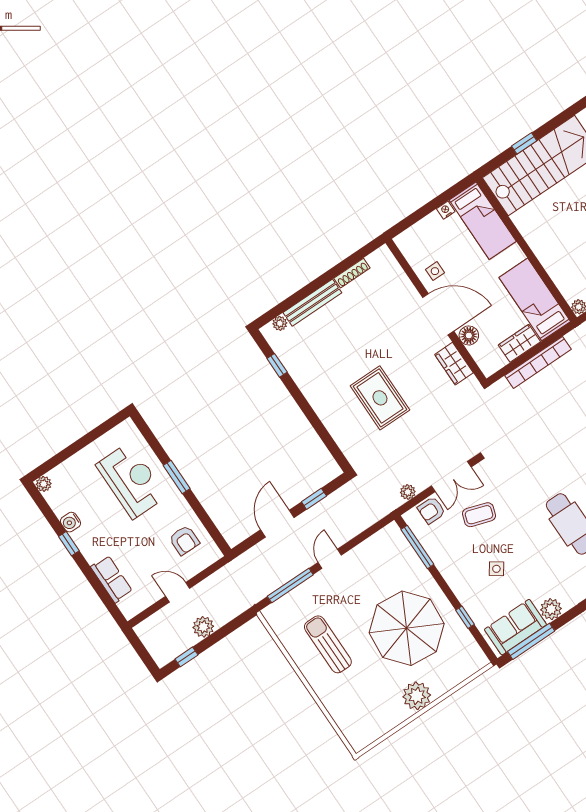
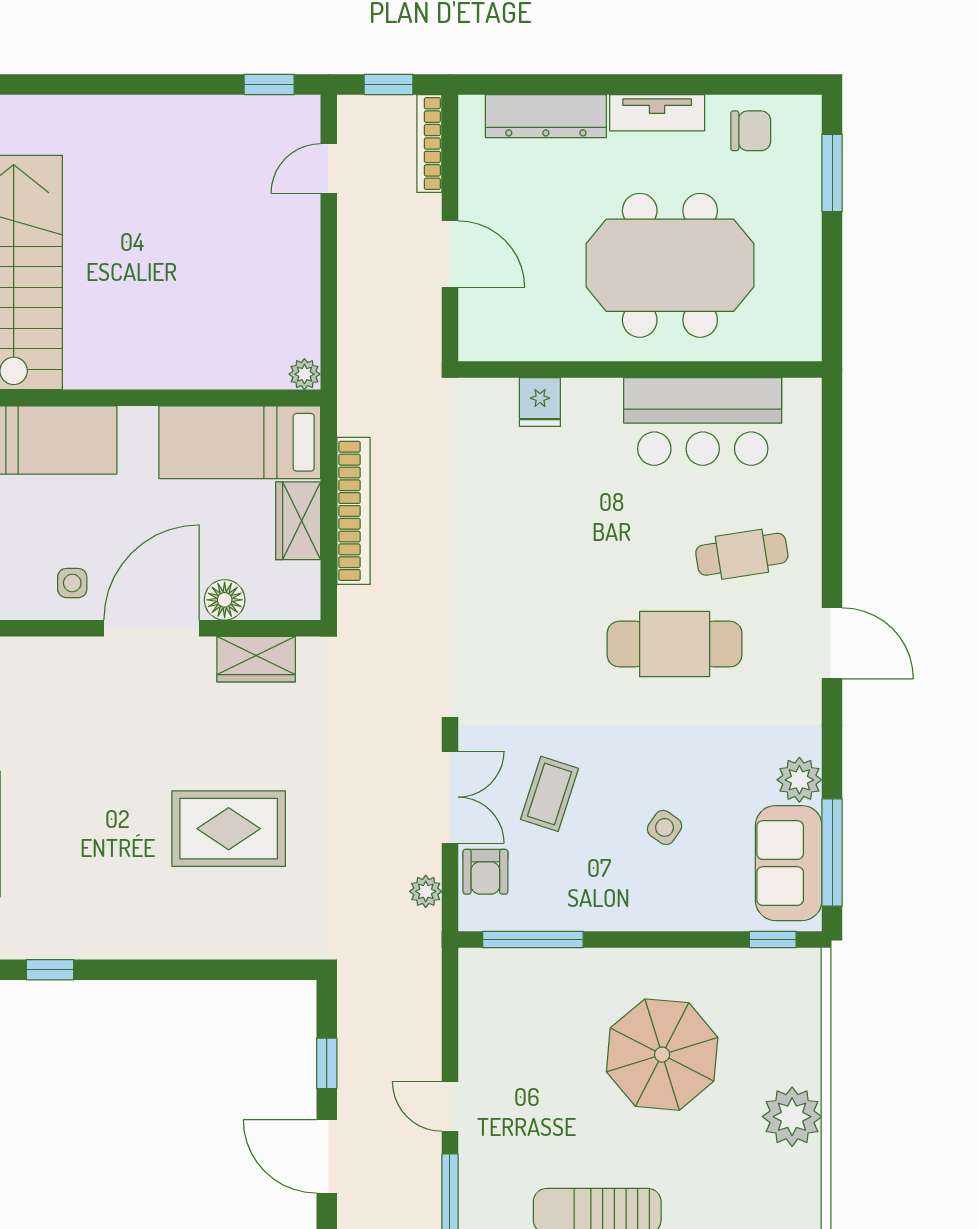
window: (465, 617) -> (773, 940), moved
parasol: (407, 628) -> (662, 1055), width x0.73, depth x0.73

